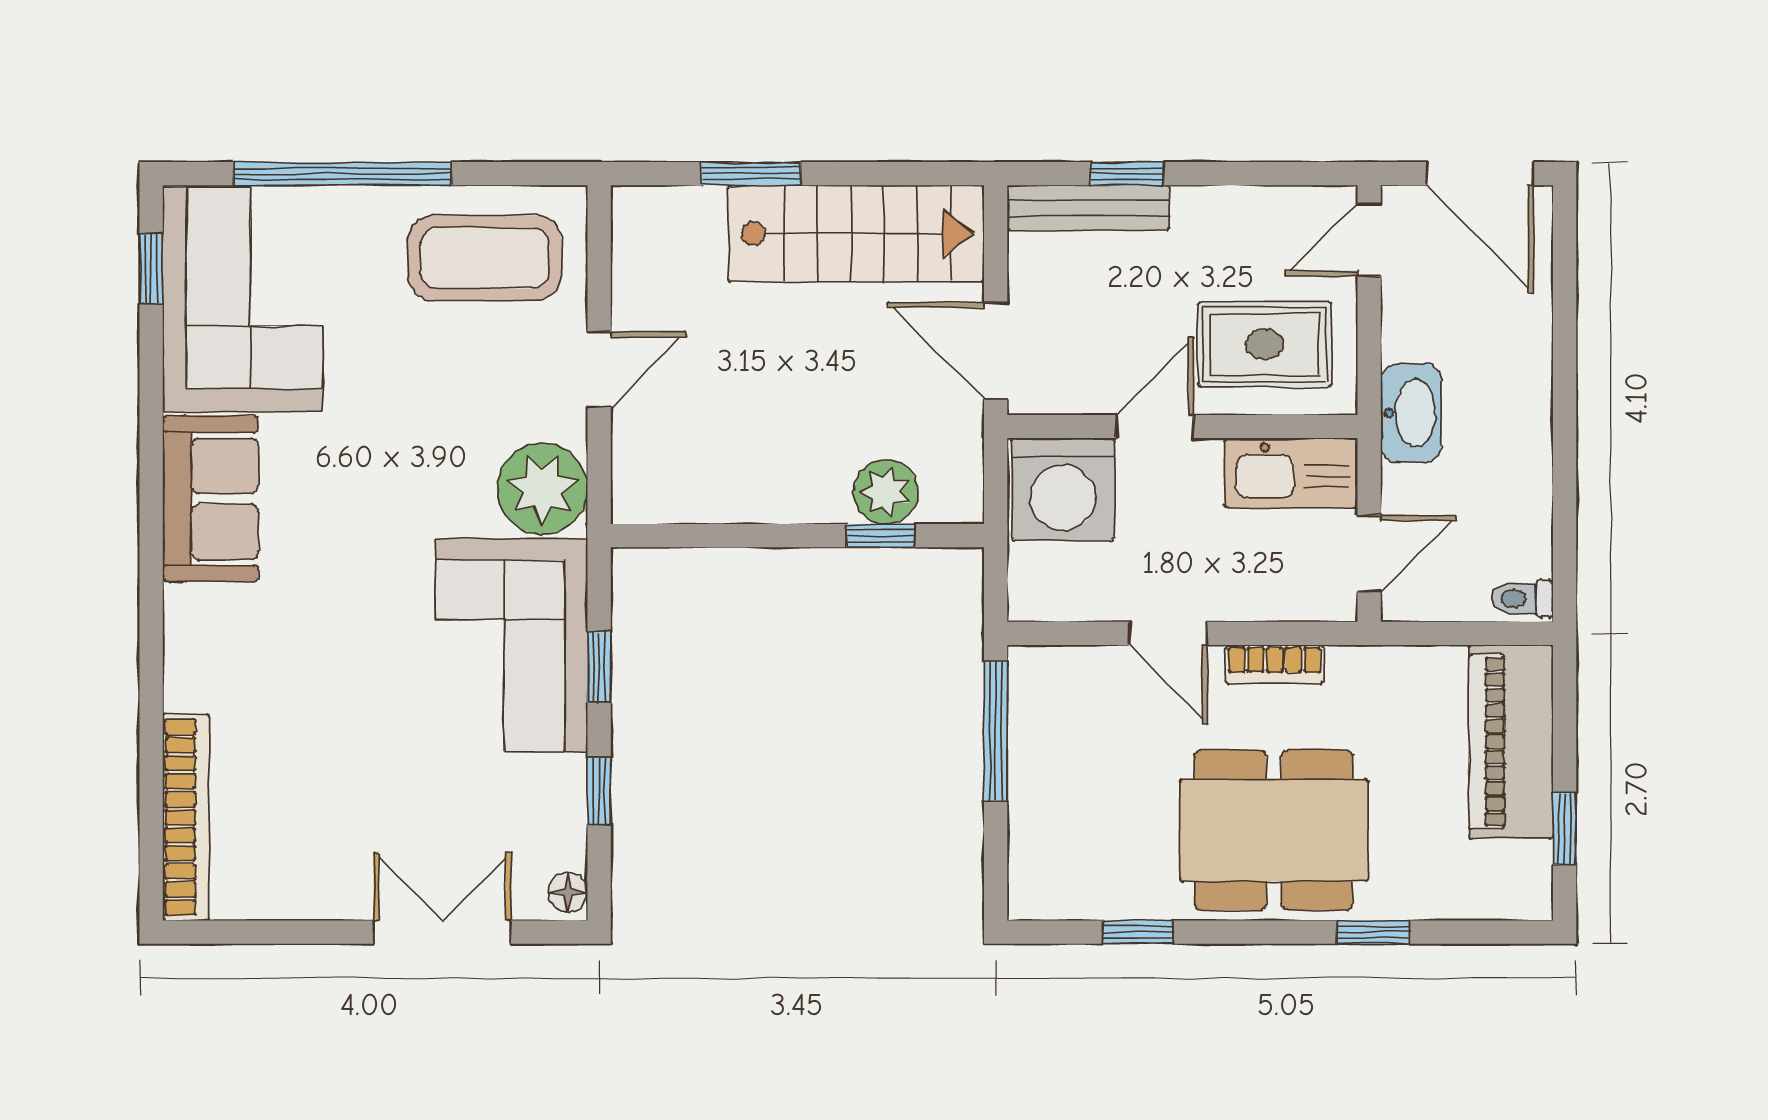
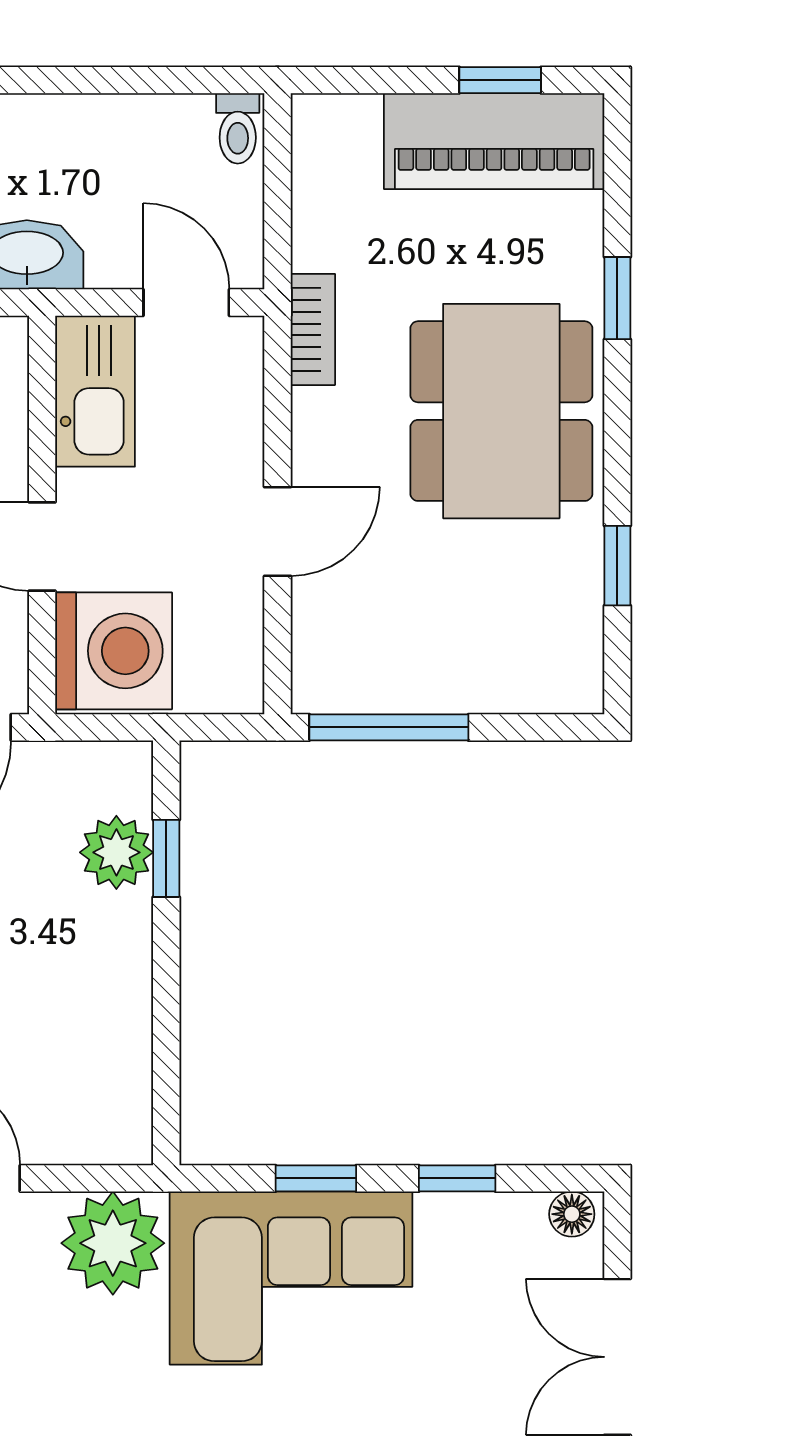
bookcase: (1275, 664) -> (313, 329), moved
piano: (1511, 742) -> (494, 141), moved

